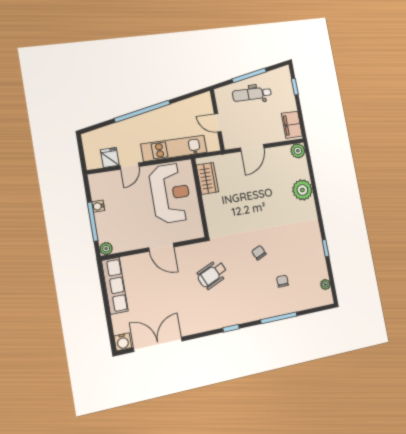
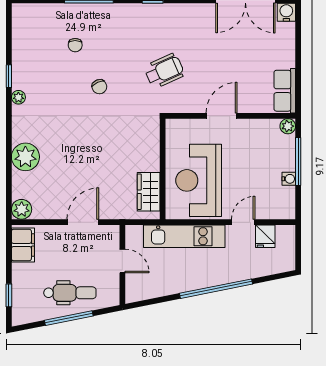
door: (161, 247) -> (222, 116), hinge flipped
plant: (325, 284) -> (18, 97), moved
row of seats: (115, 286) -> (285, 91), width x0.68

